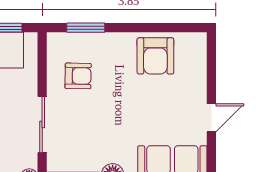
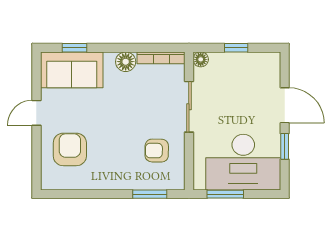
armchair: (155, 56) -> (70, 149), moved

